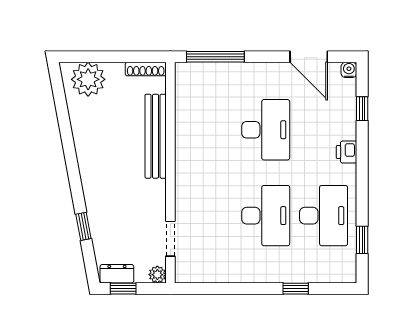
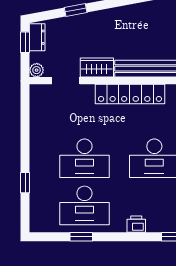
locker: (187, 160) -> (130, 94), added
wardrobe: (154, 200) -> (97, 68), added
window: (362, 240) -> (81, 237), moved

